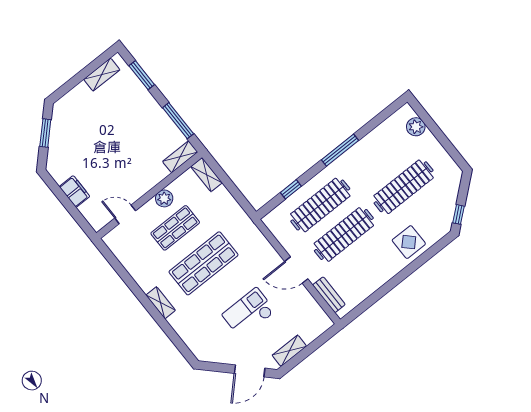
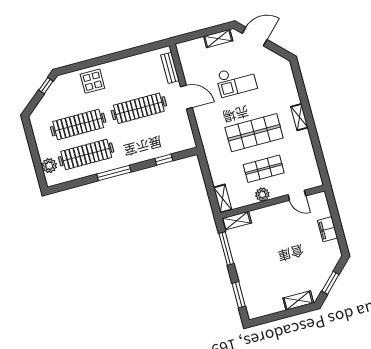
shelving: (102, 75) -> (298, 300), moved
clothes rail: (320, 205) -> (86, 154), moved

